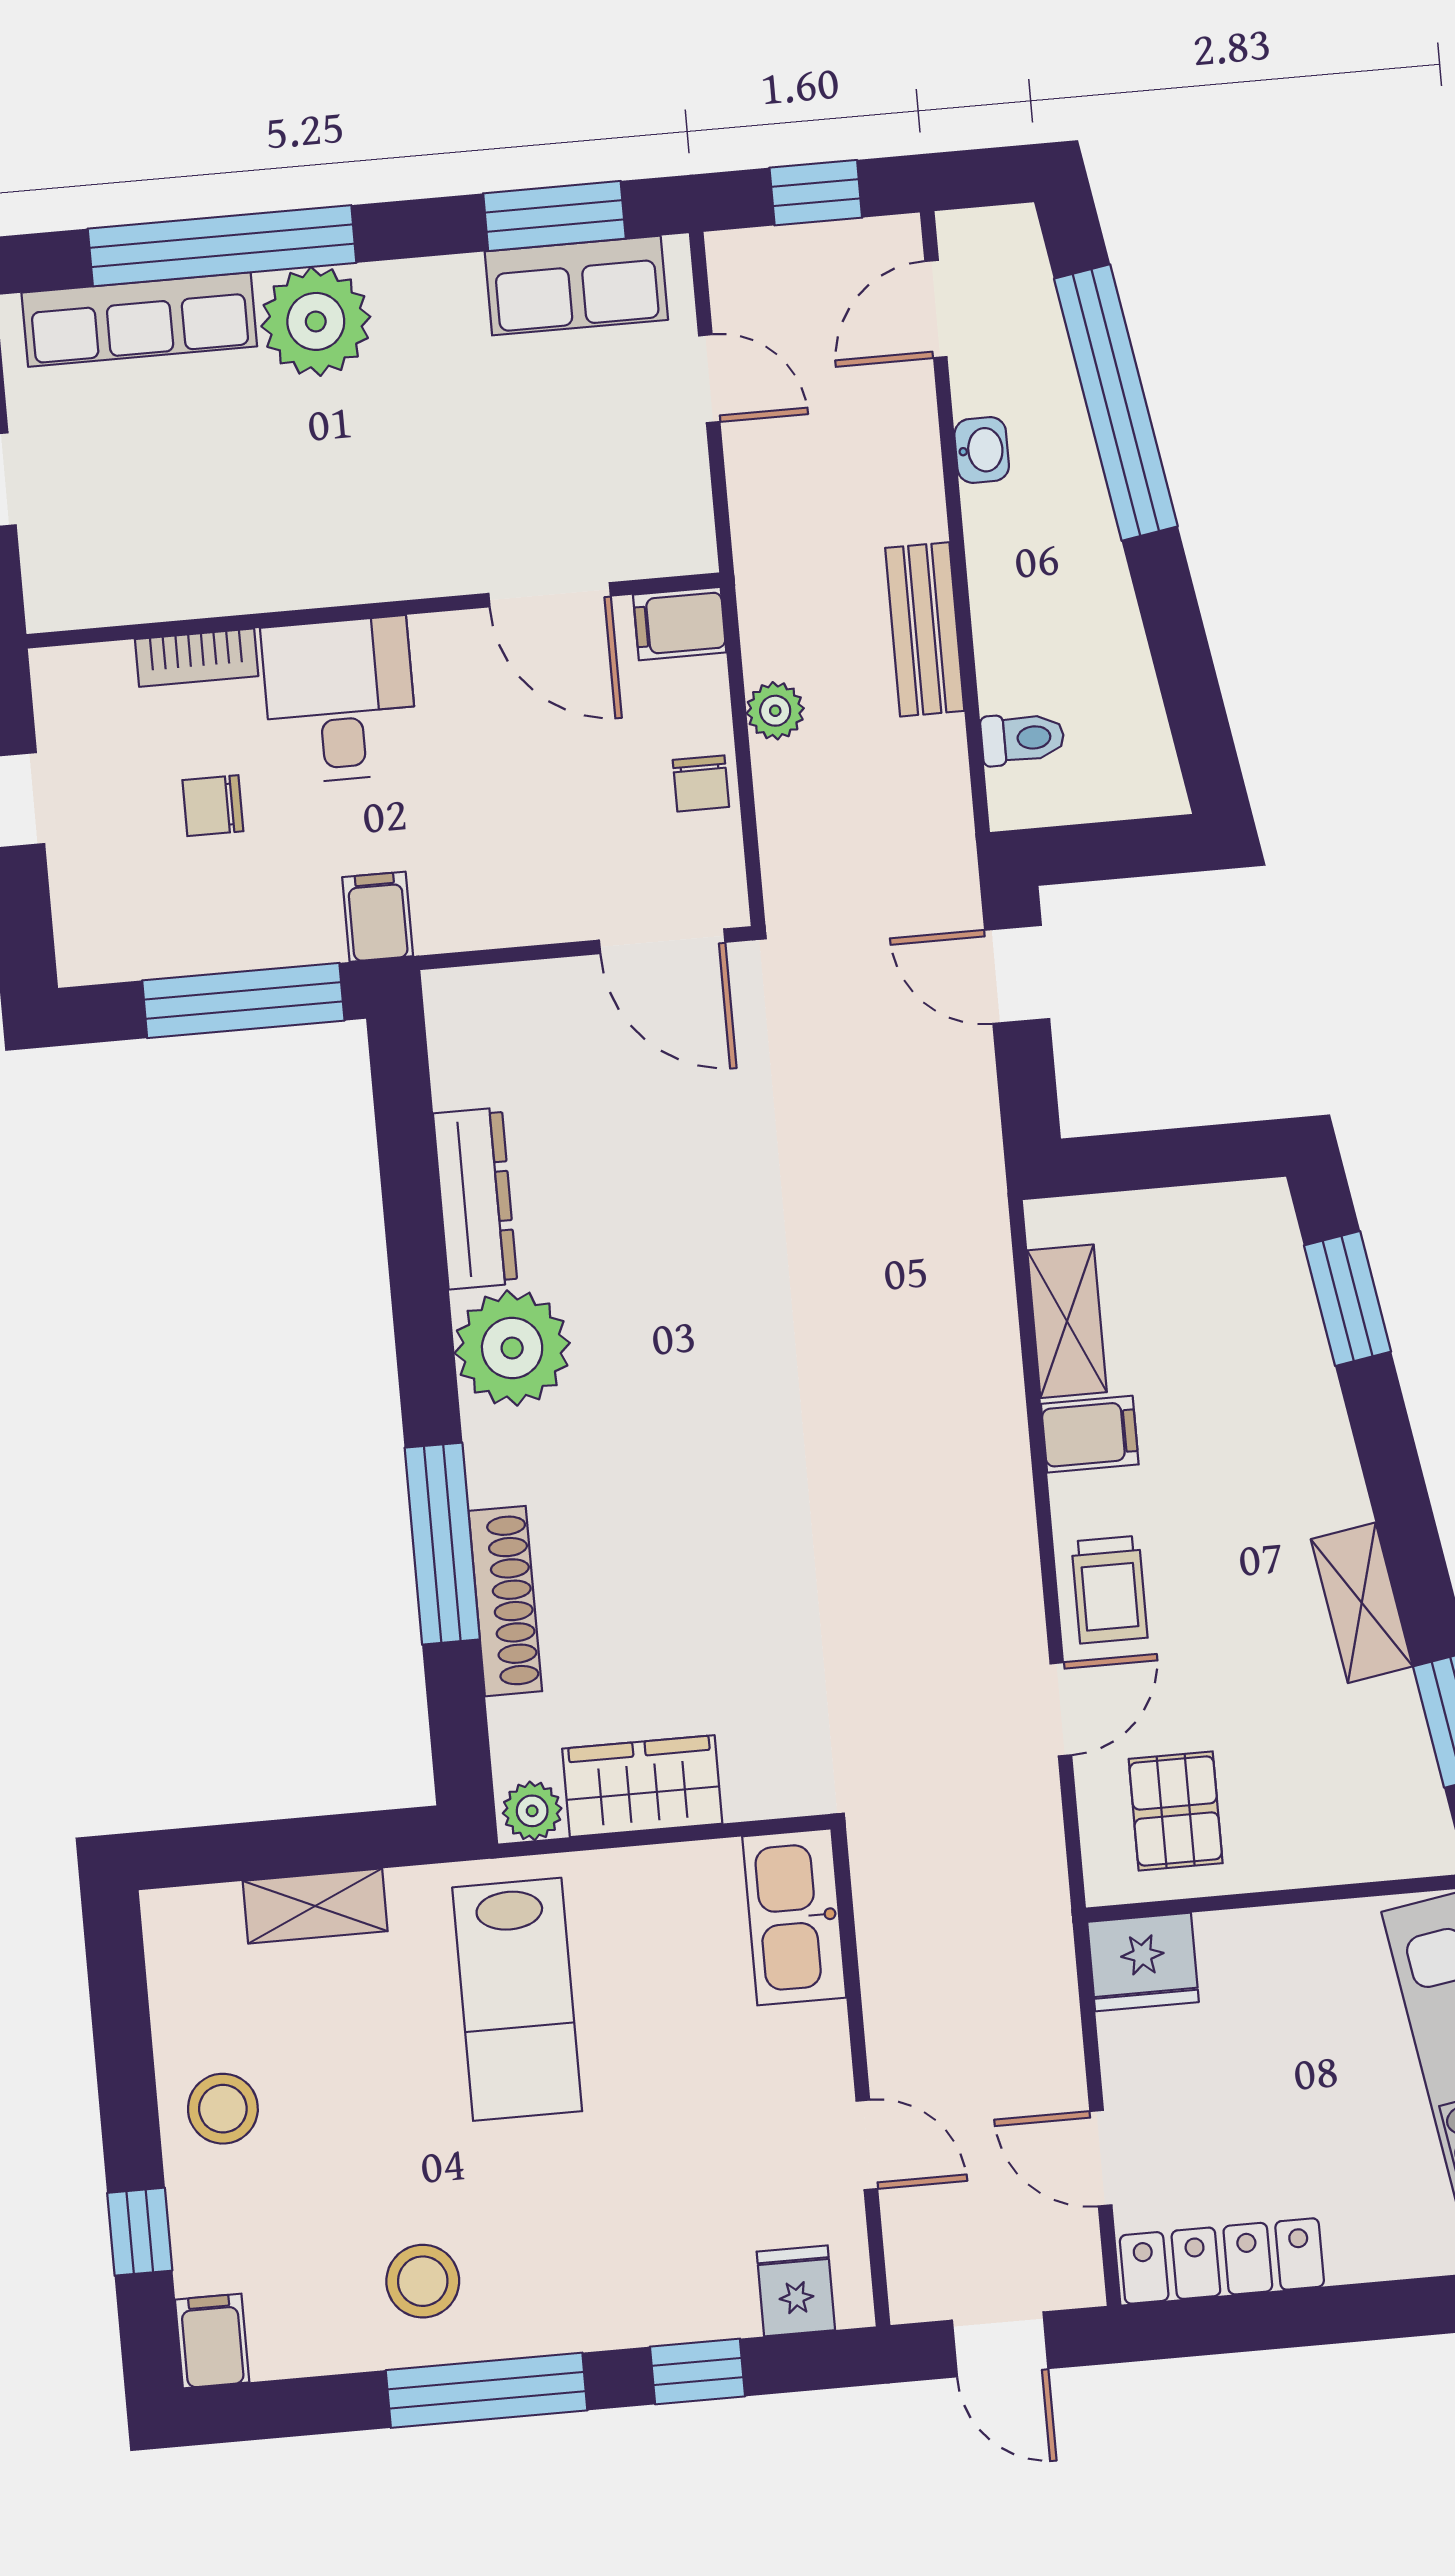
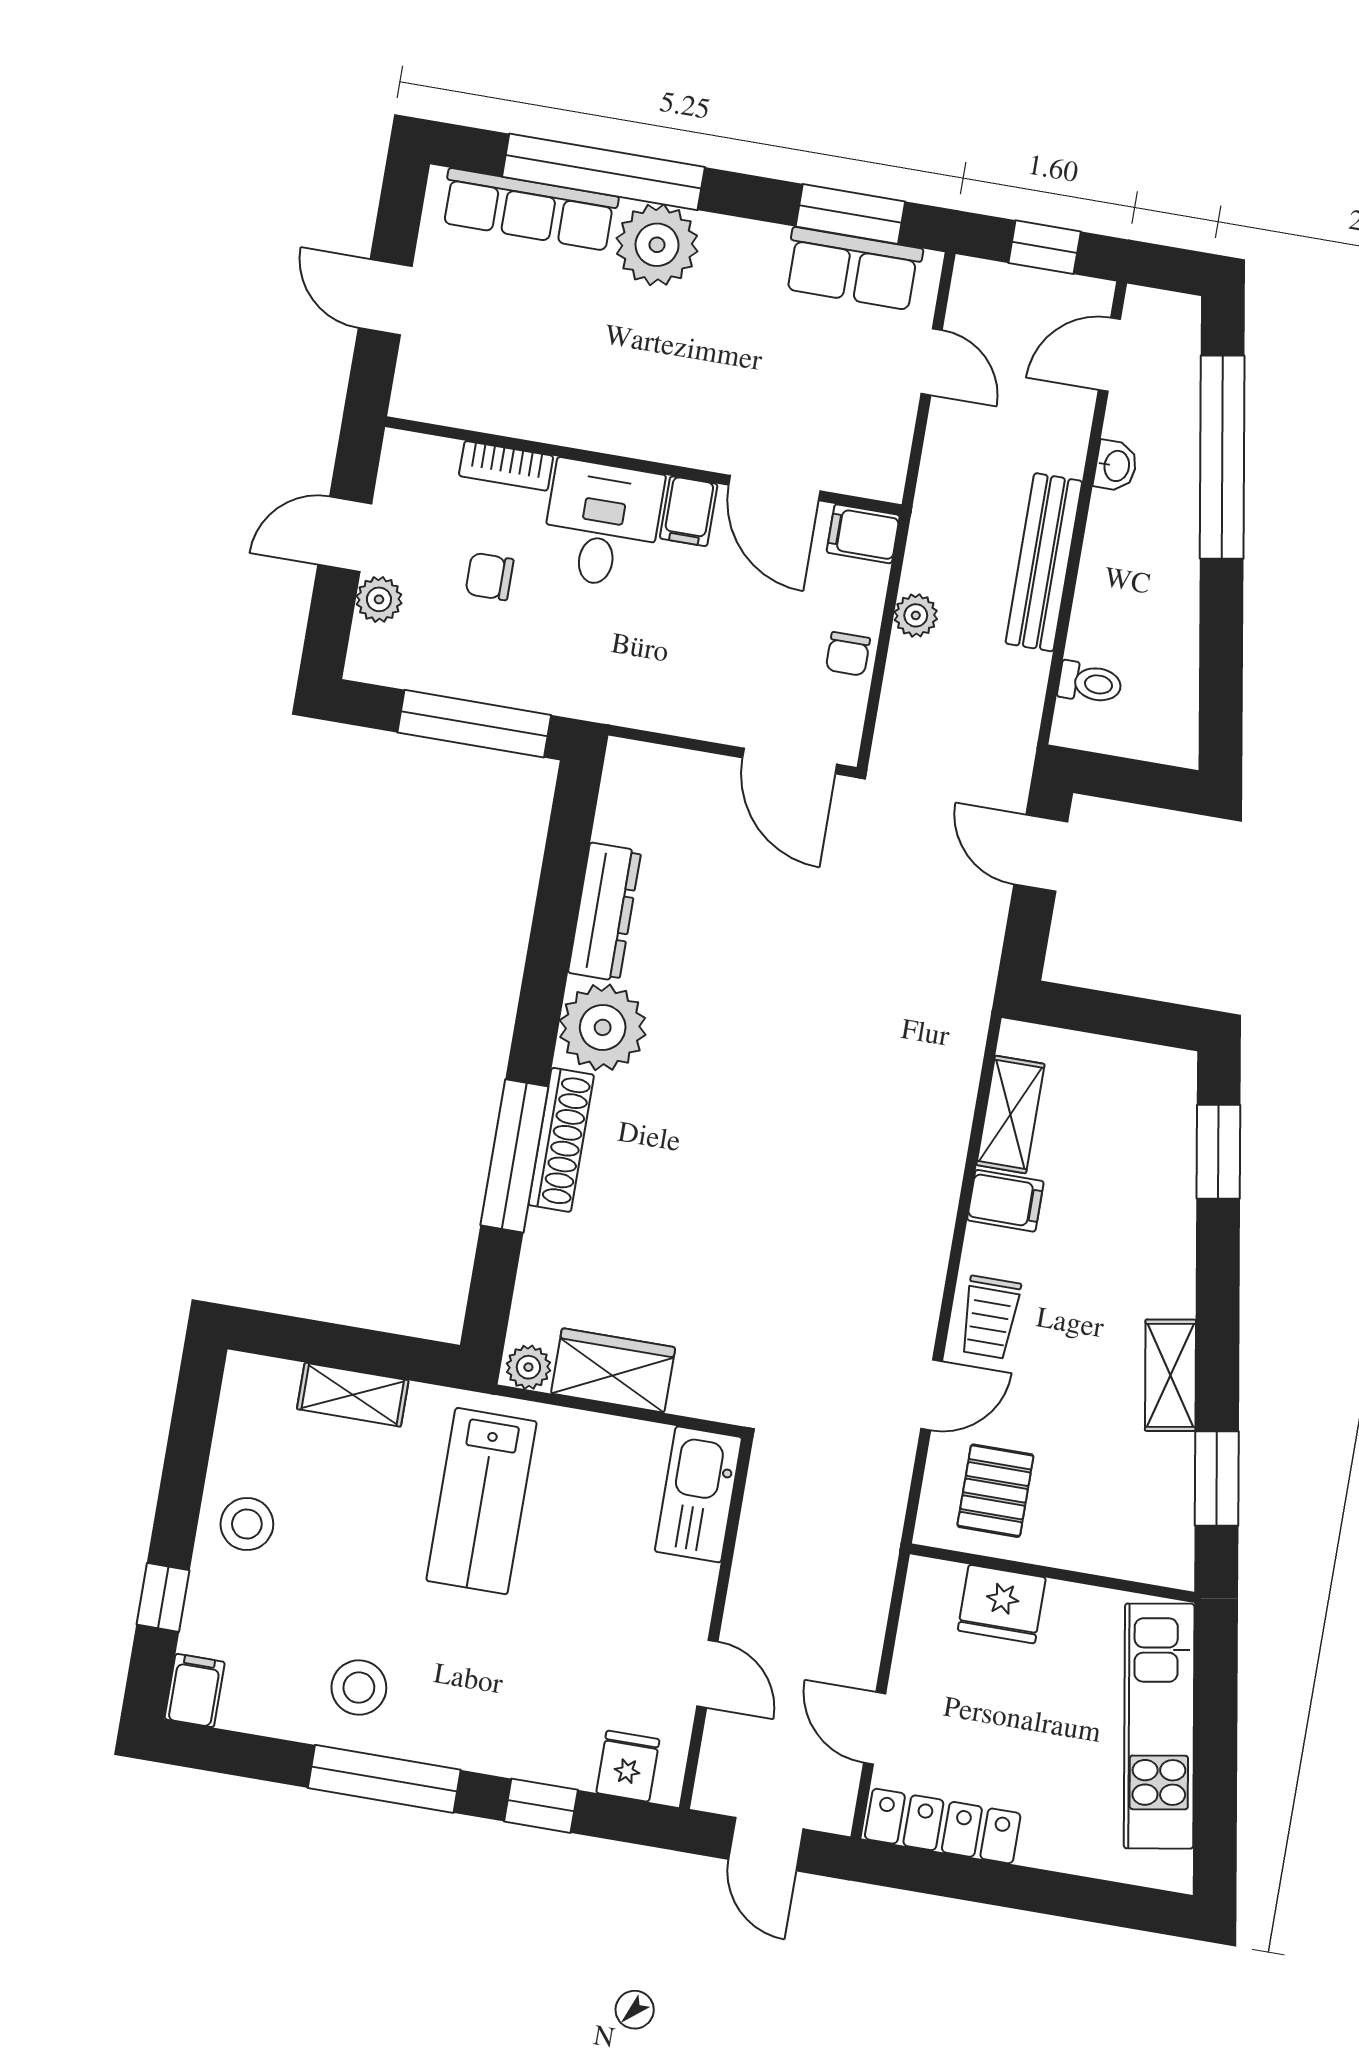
bench: (925, 629) -> (1044, 562), width x1.36
plant: (78, 873) -> (379, 599), added
filing cabinet: (378, 917) -> (689, 511), moved, turned 180
shoe rack: (505, 1601) -> (561, 1140), moved
fridge: (1143, 1962) -> (1002, 1604), moved

